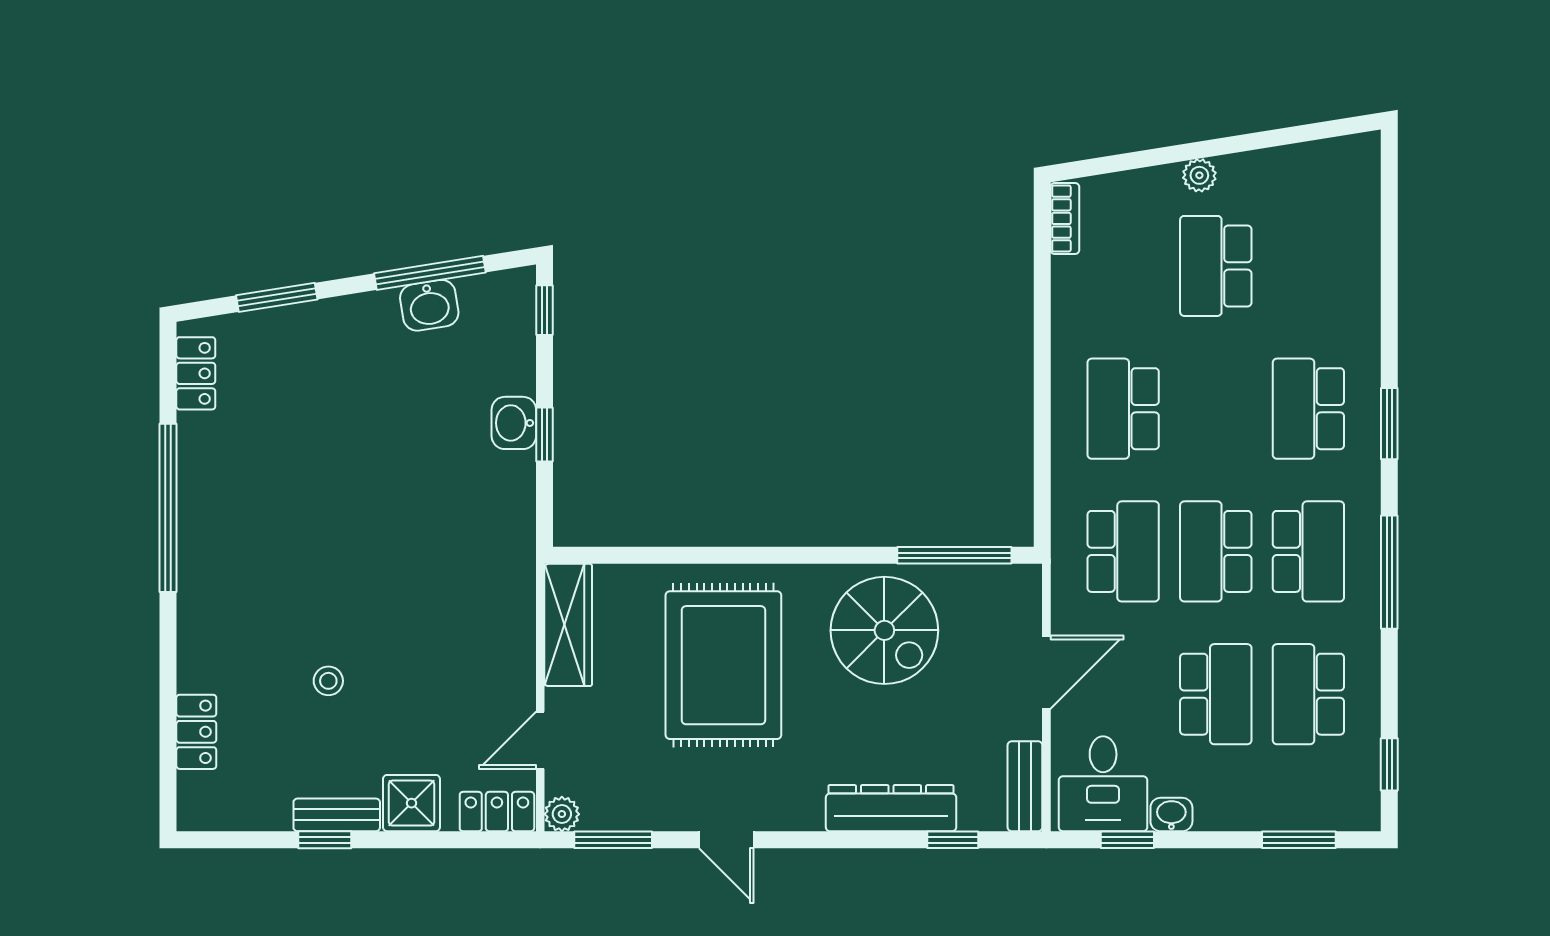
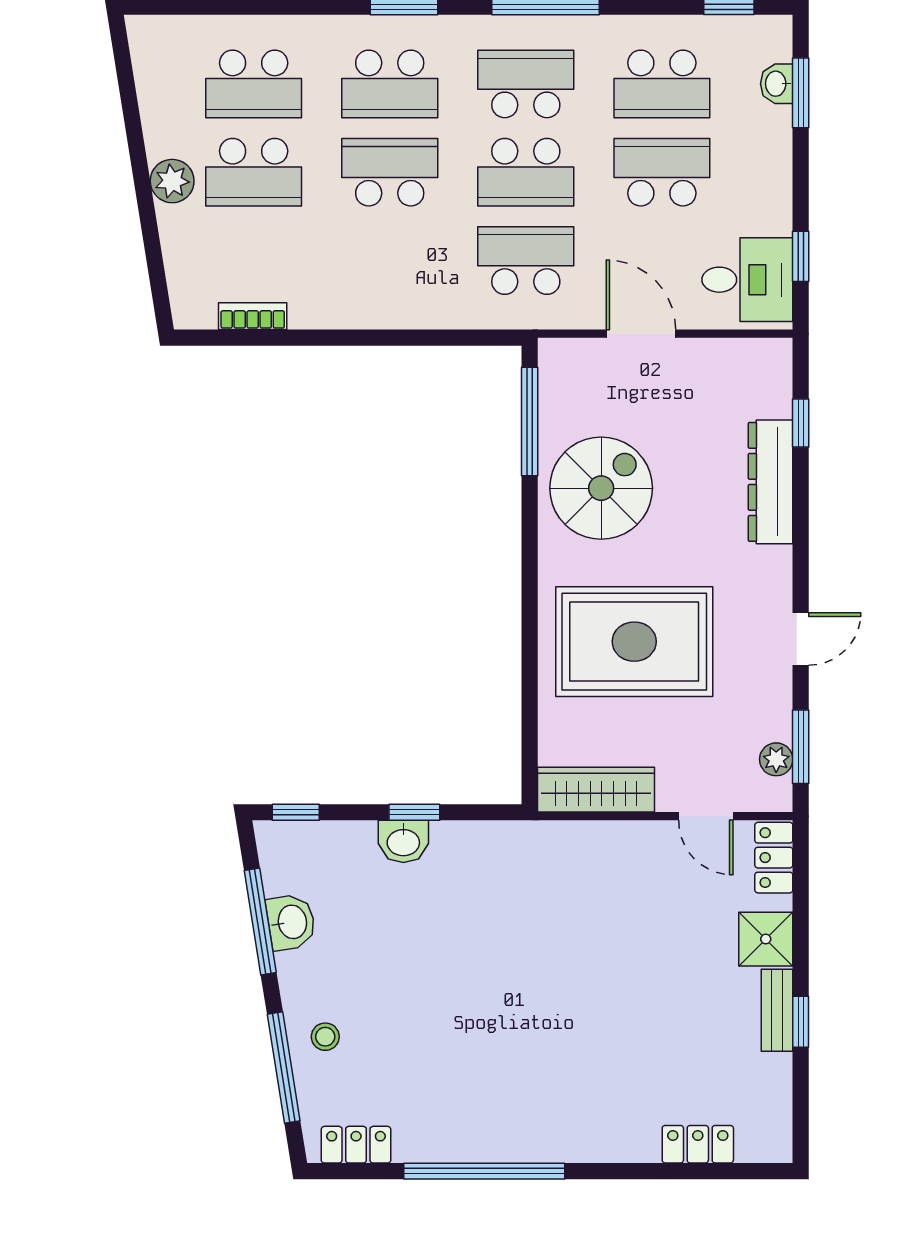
plant: (1199, 175) -> (172, 181), width x1.38, depth x1.38
bookcase: (1065, 218) -> (253, 316), moved
school desk: (1308, 266) -> (254, 84), added
window: (277, 297) -> (284, 1068), width x1.44
school desk: (1123, 409) -> (390, 172), moved, turned 180
stool: (328, 681) -> (325, 1037), moved
bench: (1025, 786) -> (750, 354), removed
plant: (562, 814) -> (776, 759), moved
washbasin: (1171, 815) -> (777, 84), moved

